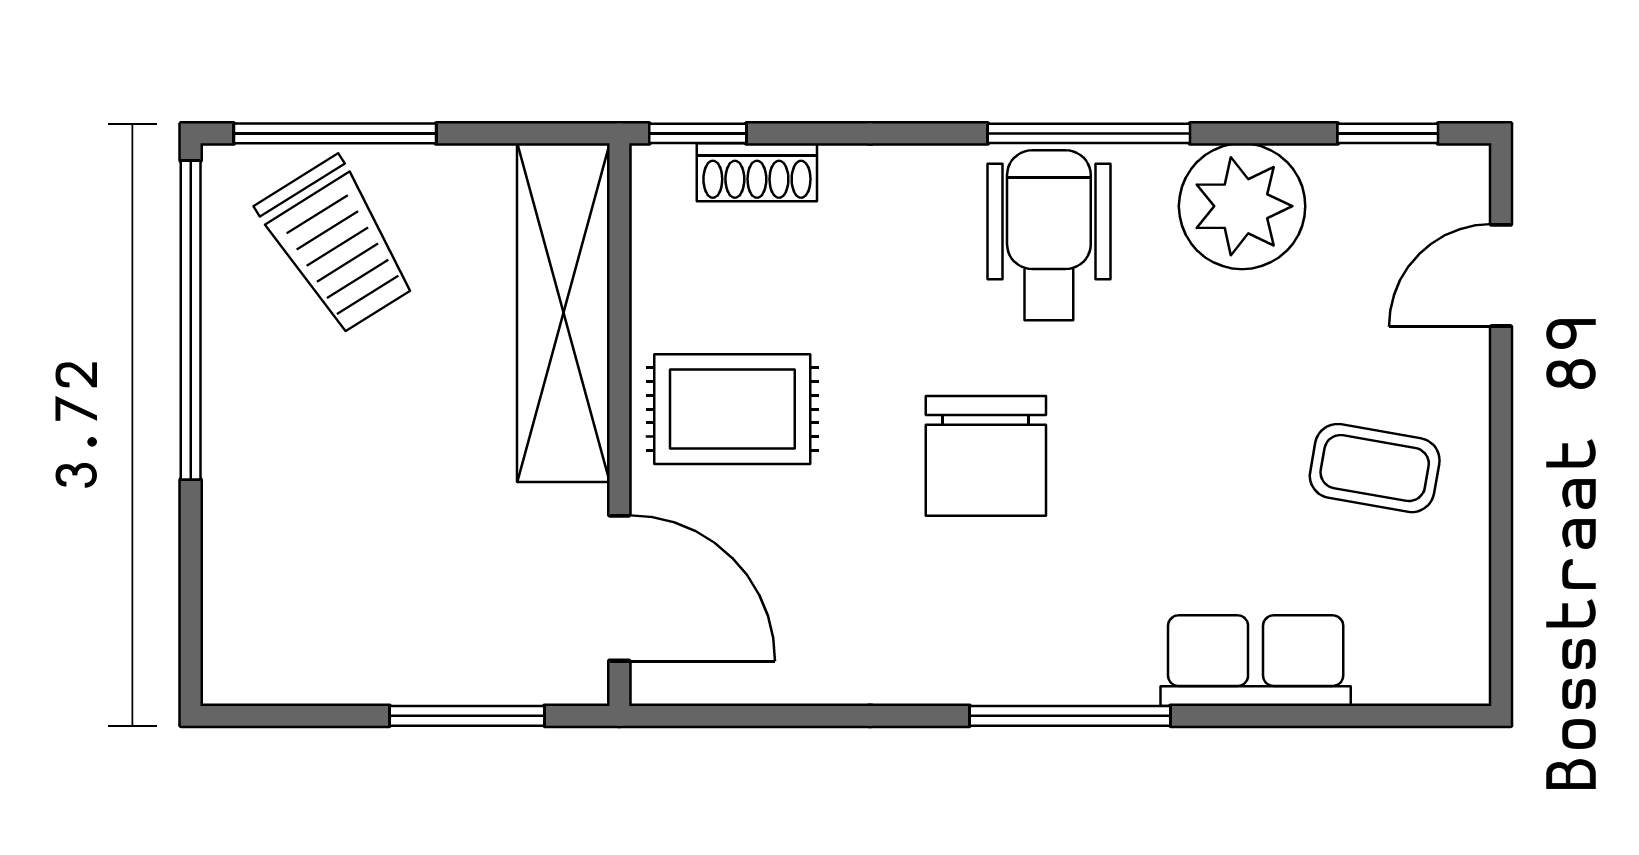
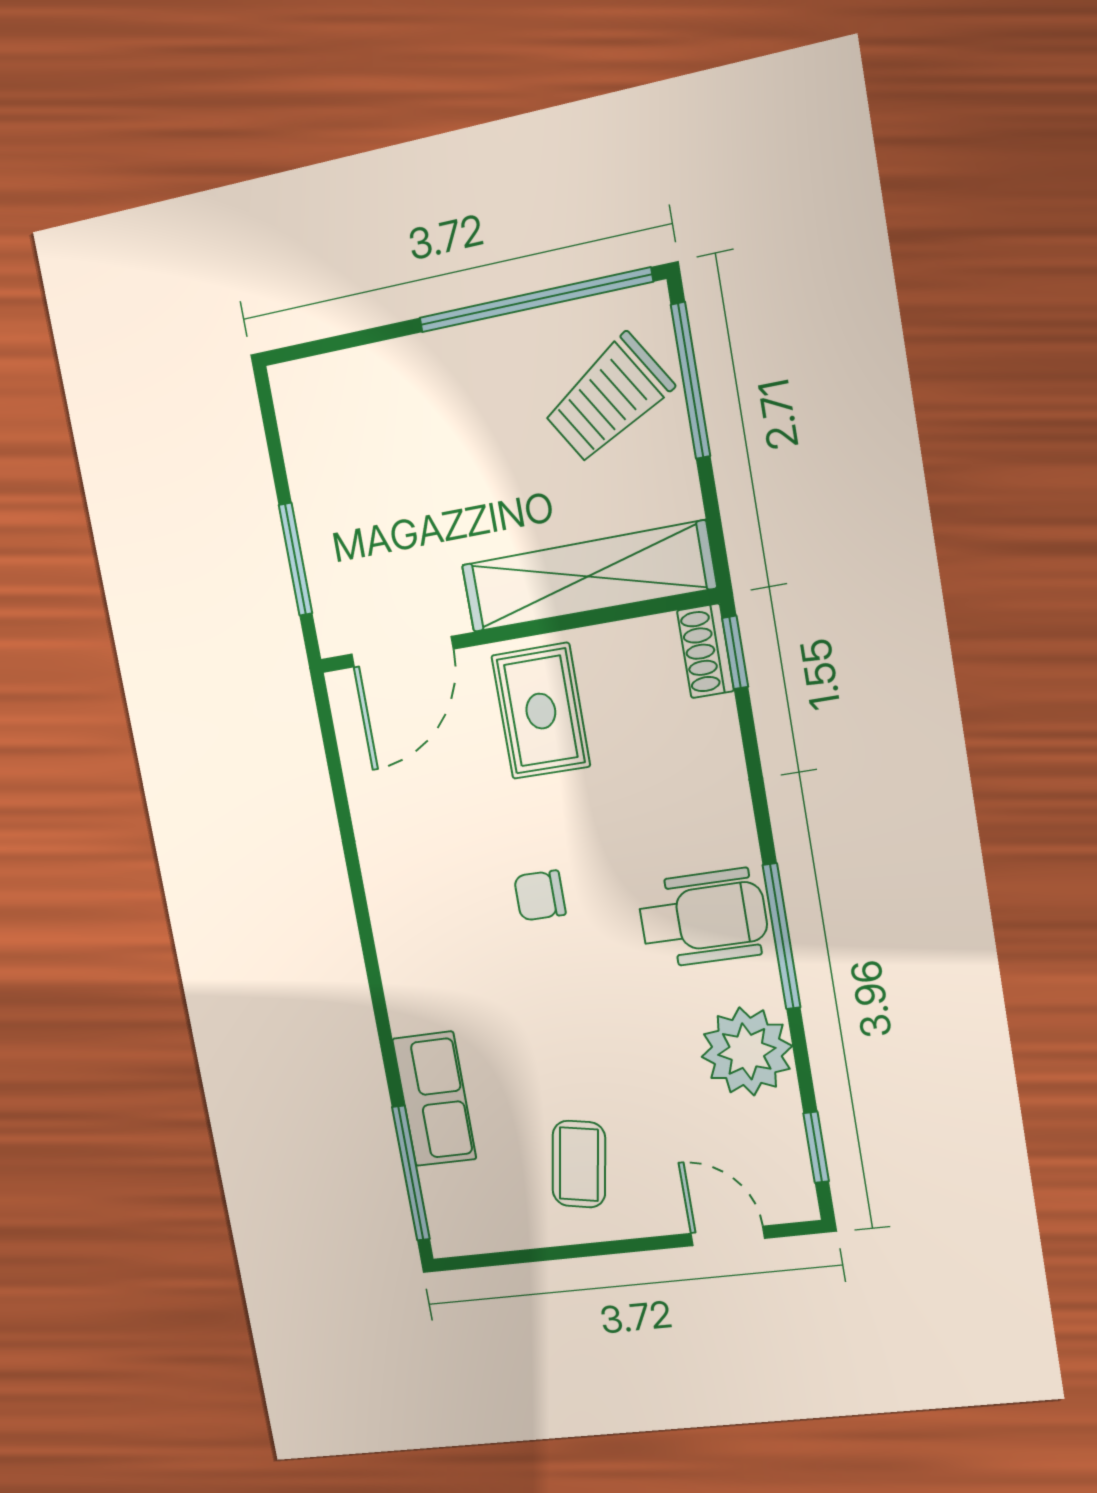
shoe rack: (757, 172) -> (706, 651), moved
chair: (986, 456) -> (540, 896), width x0.54, depth x0.54
window: (1070, 716) -> (411, 1173), moved

